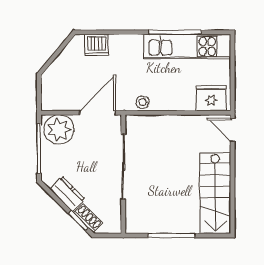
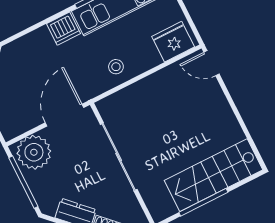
dishwasher: (96, 45) -> (64, 29), moved
stool: (143, 102) -> (116, 67), moved
stairs: (215, 193) -> (214, 175), moved, turned 90

